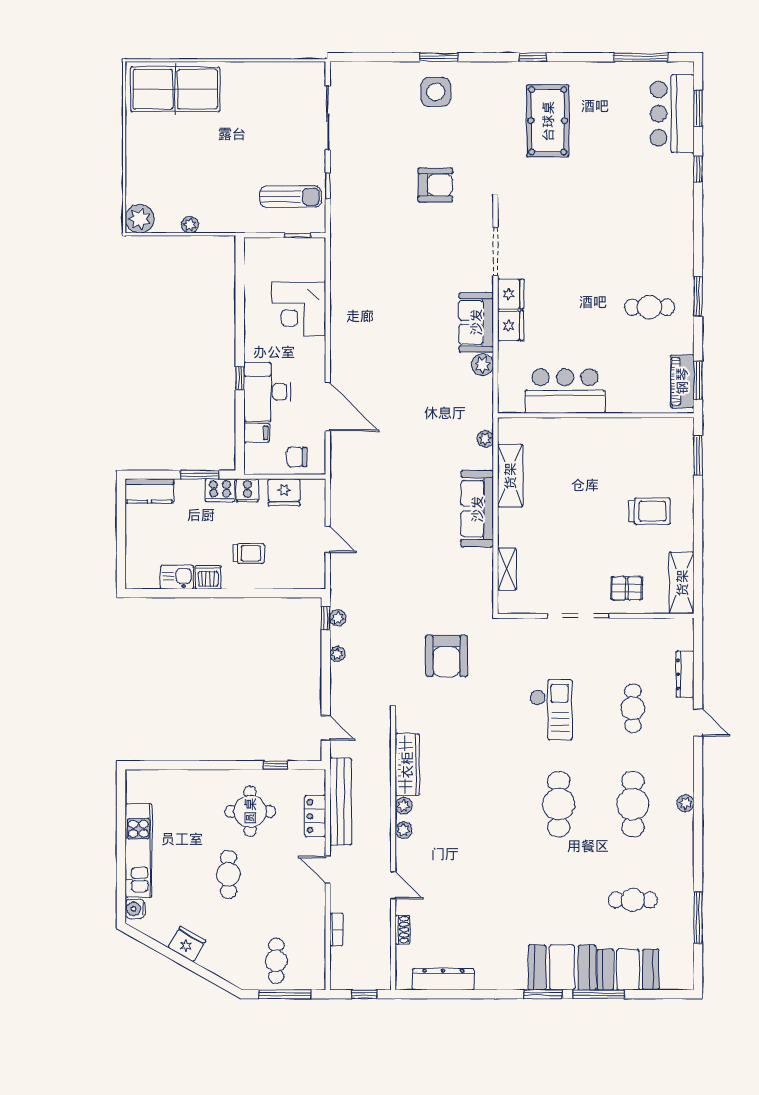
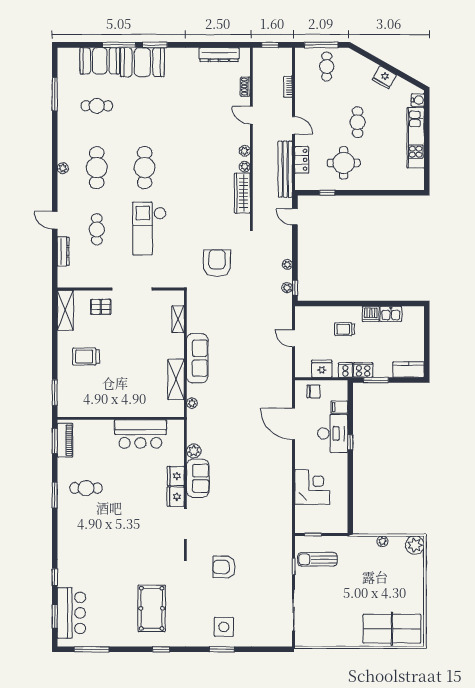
checkout: (551, 710) -> (149, 228), width x1.36, depth x1.21

